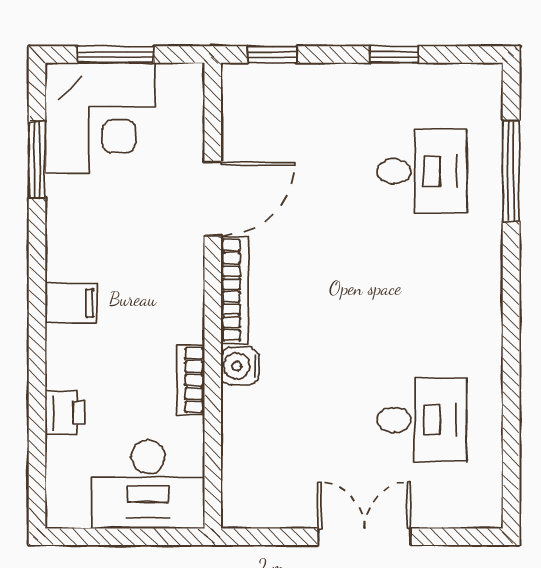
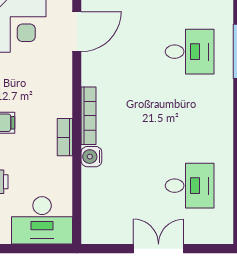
door: (213, 199) -> (77, 32), moved
bookcase: (191, 380) -> (65, 137), moved

